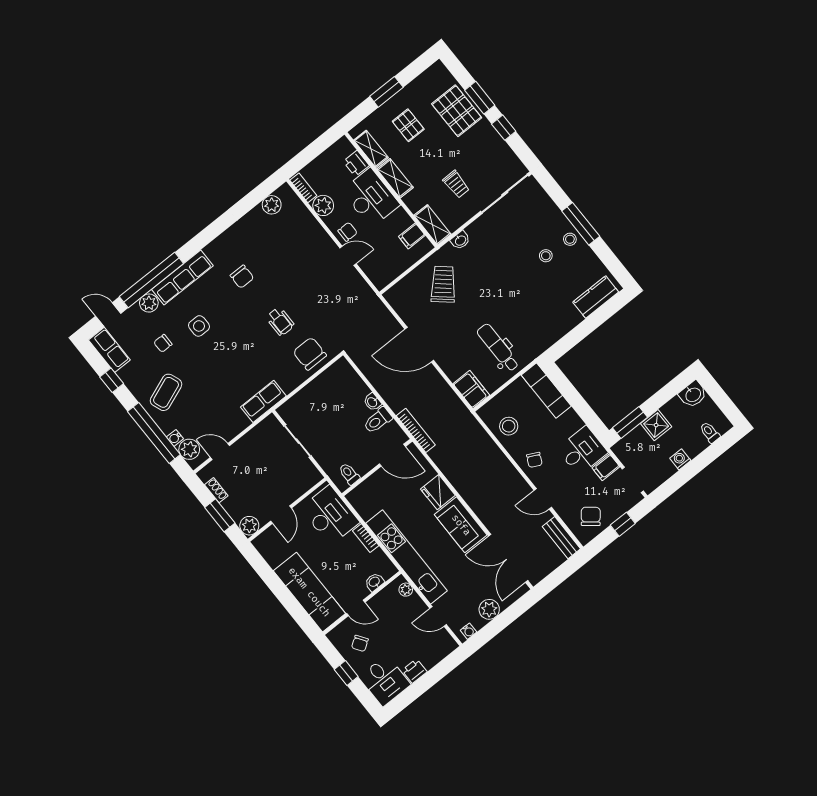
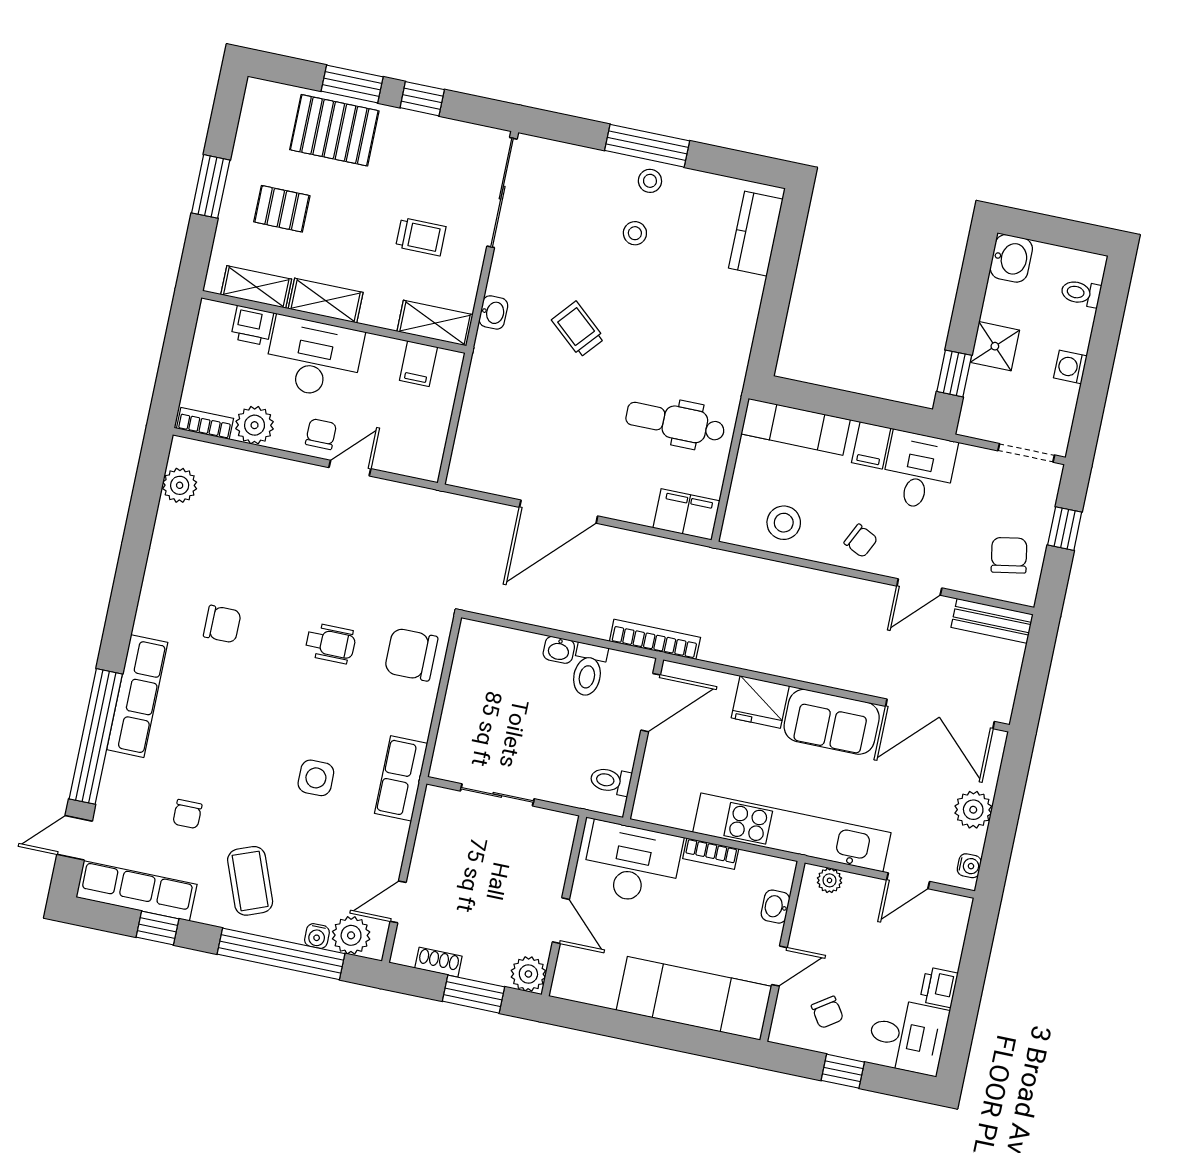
trolley: (443, 284) -> (578, 329), moved, width x0.73, depth x0.72
plant: (149, 303) -> (119, 773), removed
side table: (199, 326) -> (316, 778), moved
row of seats: (109, 350) -> (136, 891), width x1.48
window: (630, 423) -> (954, 373), width x0.67
filing cabinet: (606, 467) -> (871, 445), moved
chair: (591, 516) -> (1009, 555), turned 41

